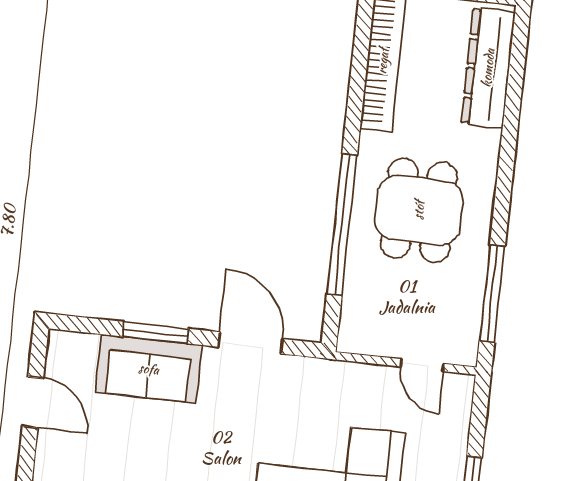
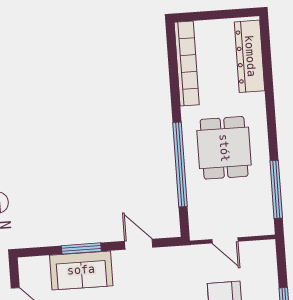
door: (250, 343) -> (139, 244), width x0.73
door: (422, 365) -> (225, 240), moved

